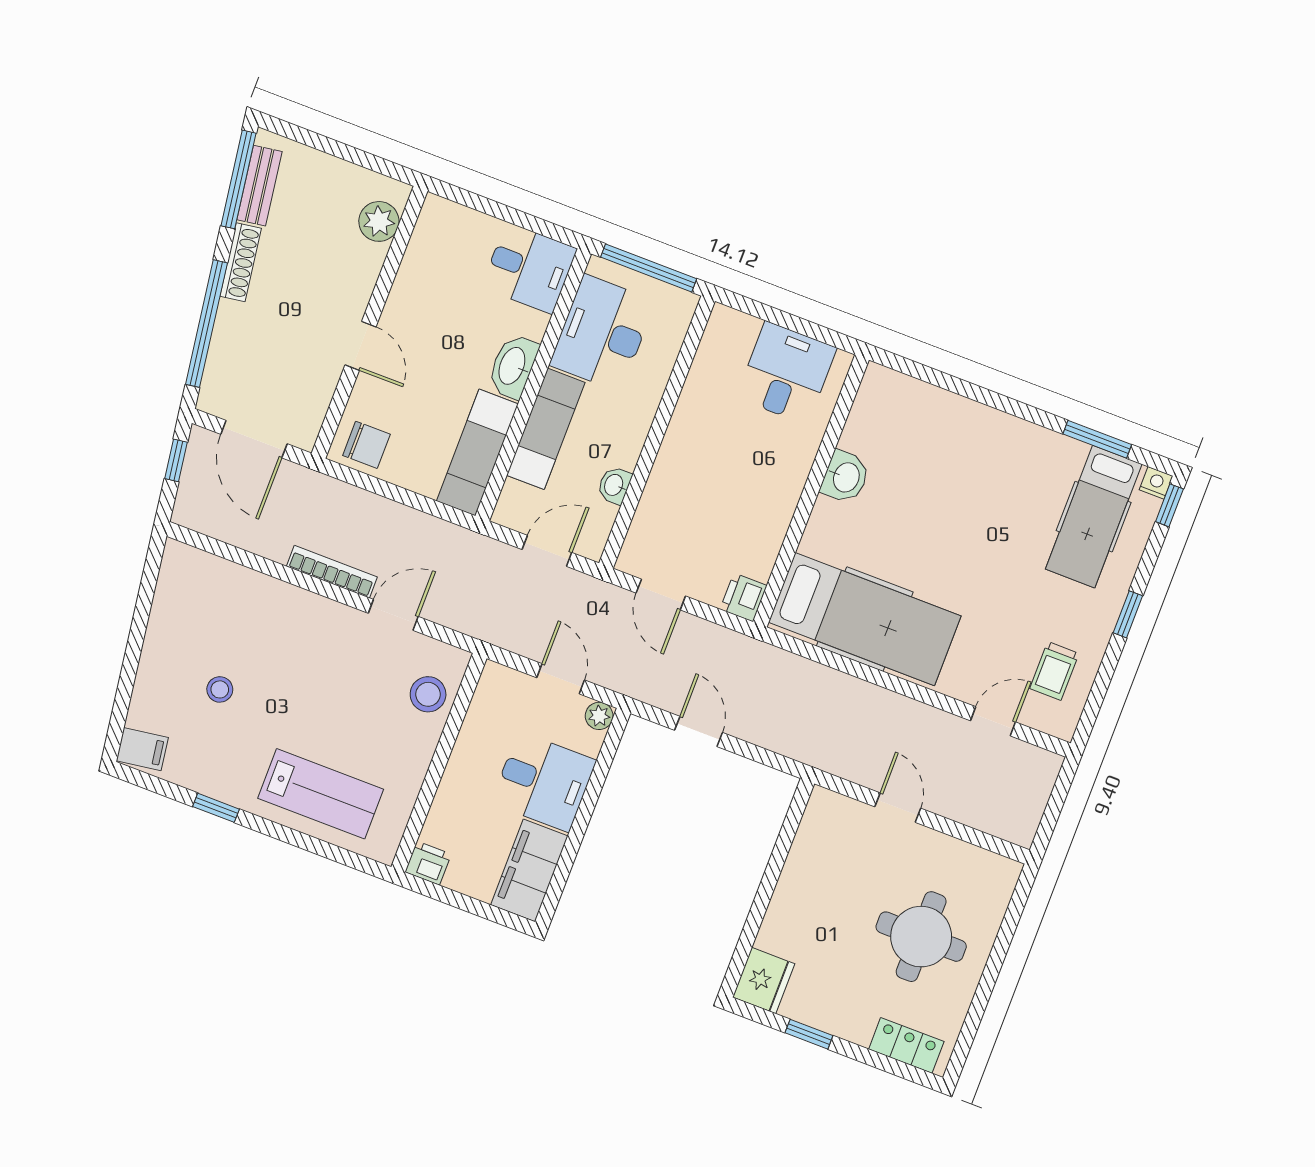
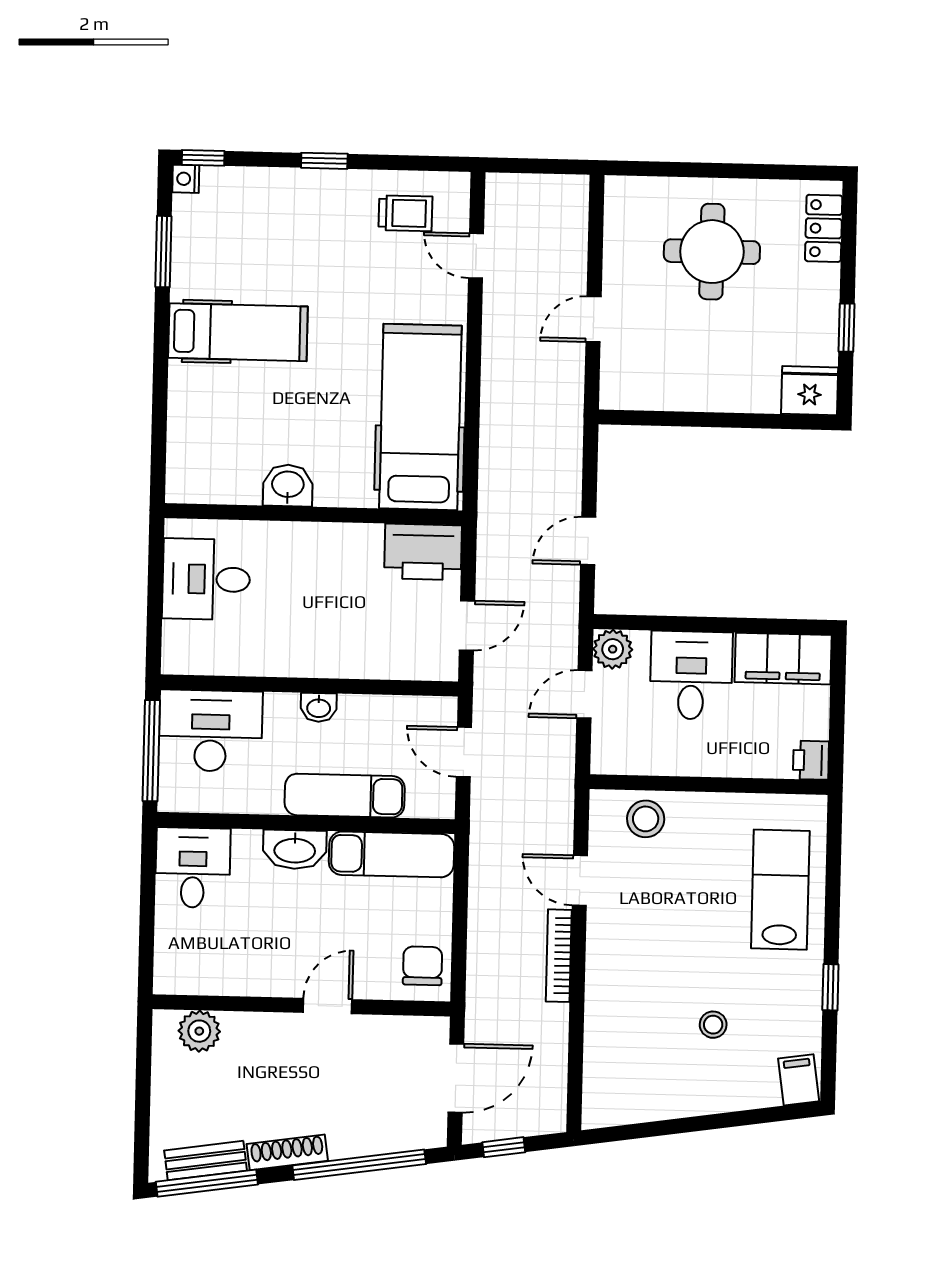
desk: (602, 333) -> (211, 731), moved, turned 180
washbasin: (614, 485) -> (319, 707), moved
hospital bed: (1094, 517) -> (238, 332), moved
printer: (743, 597) -> (423, 552), width x1.87, depth x1.48
plant: (599, 716) -> (613, 649), width x1.38, depth x1.38

